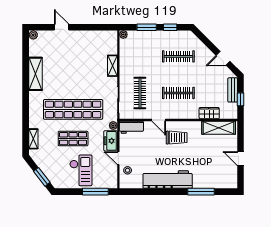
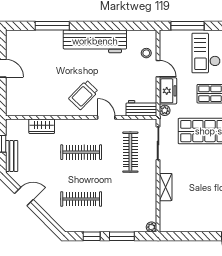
shelving: (219, 128) -> (30, 108), removed
trolley: (177, 138) -> (83, 95), turned -46

